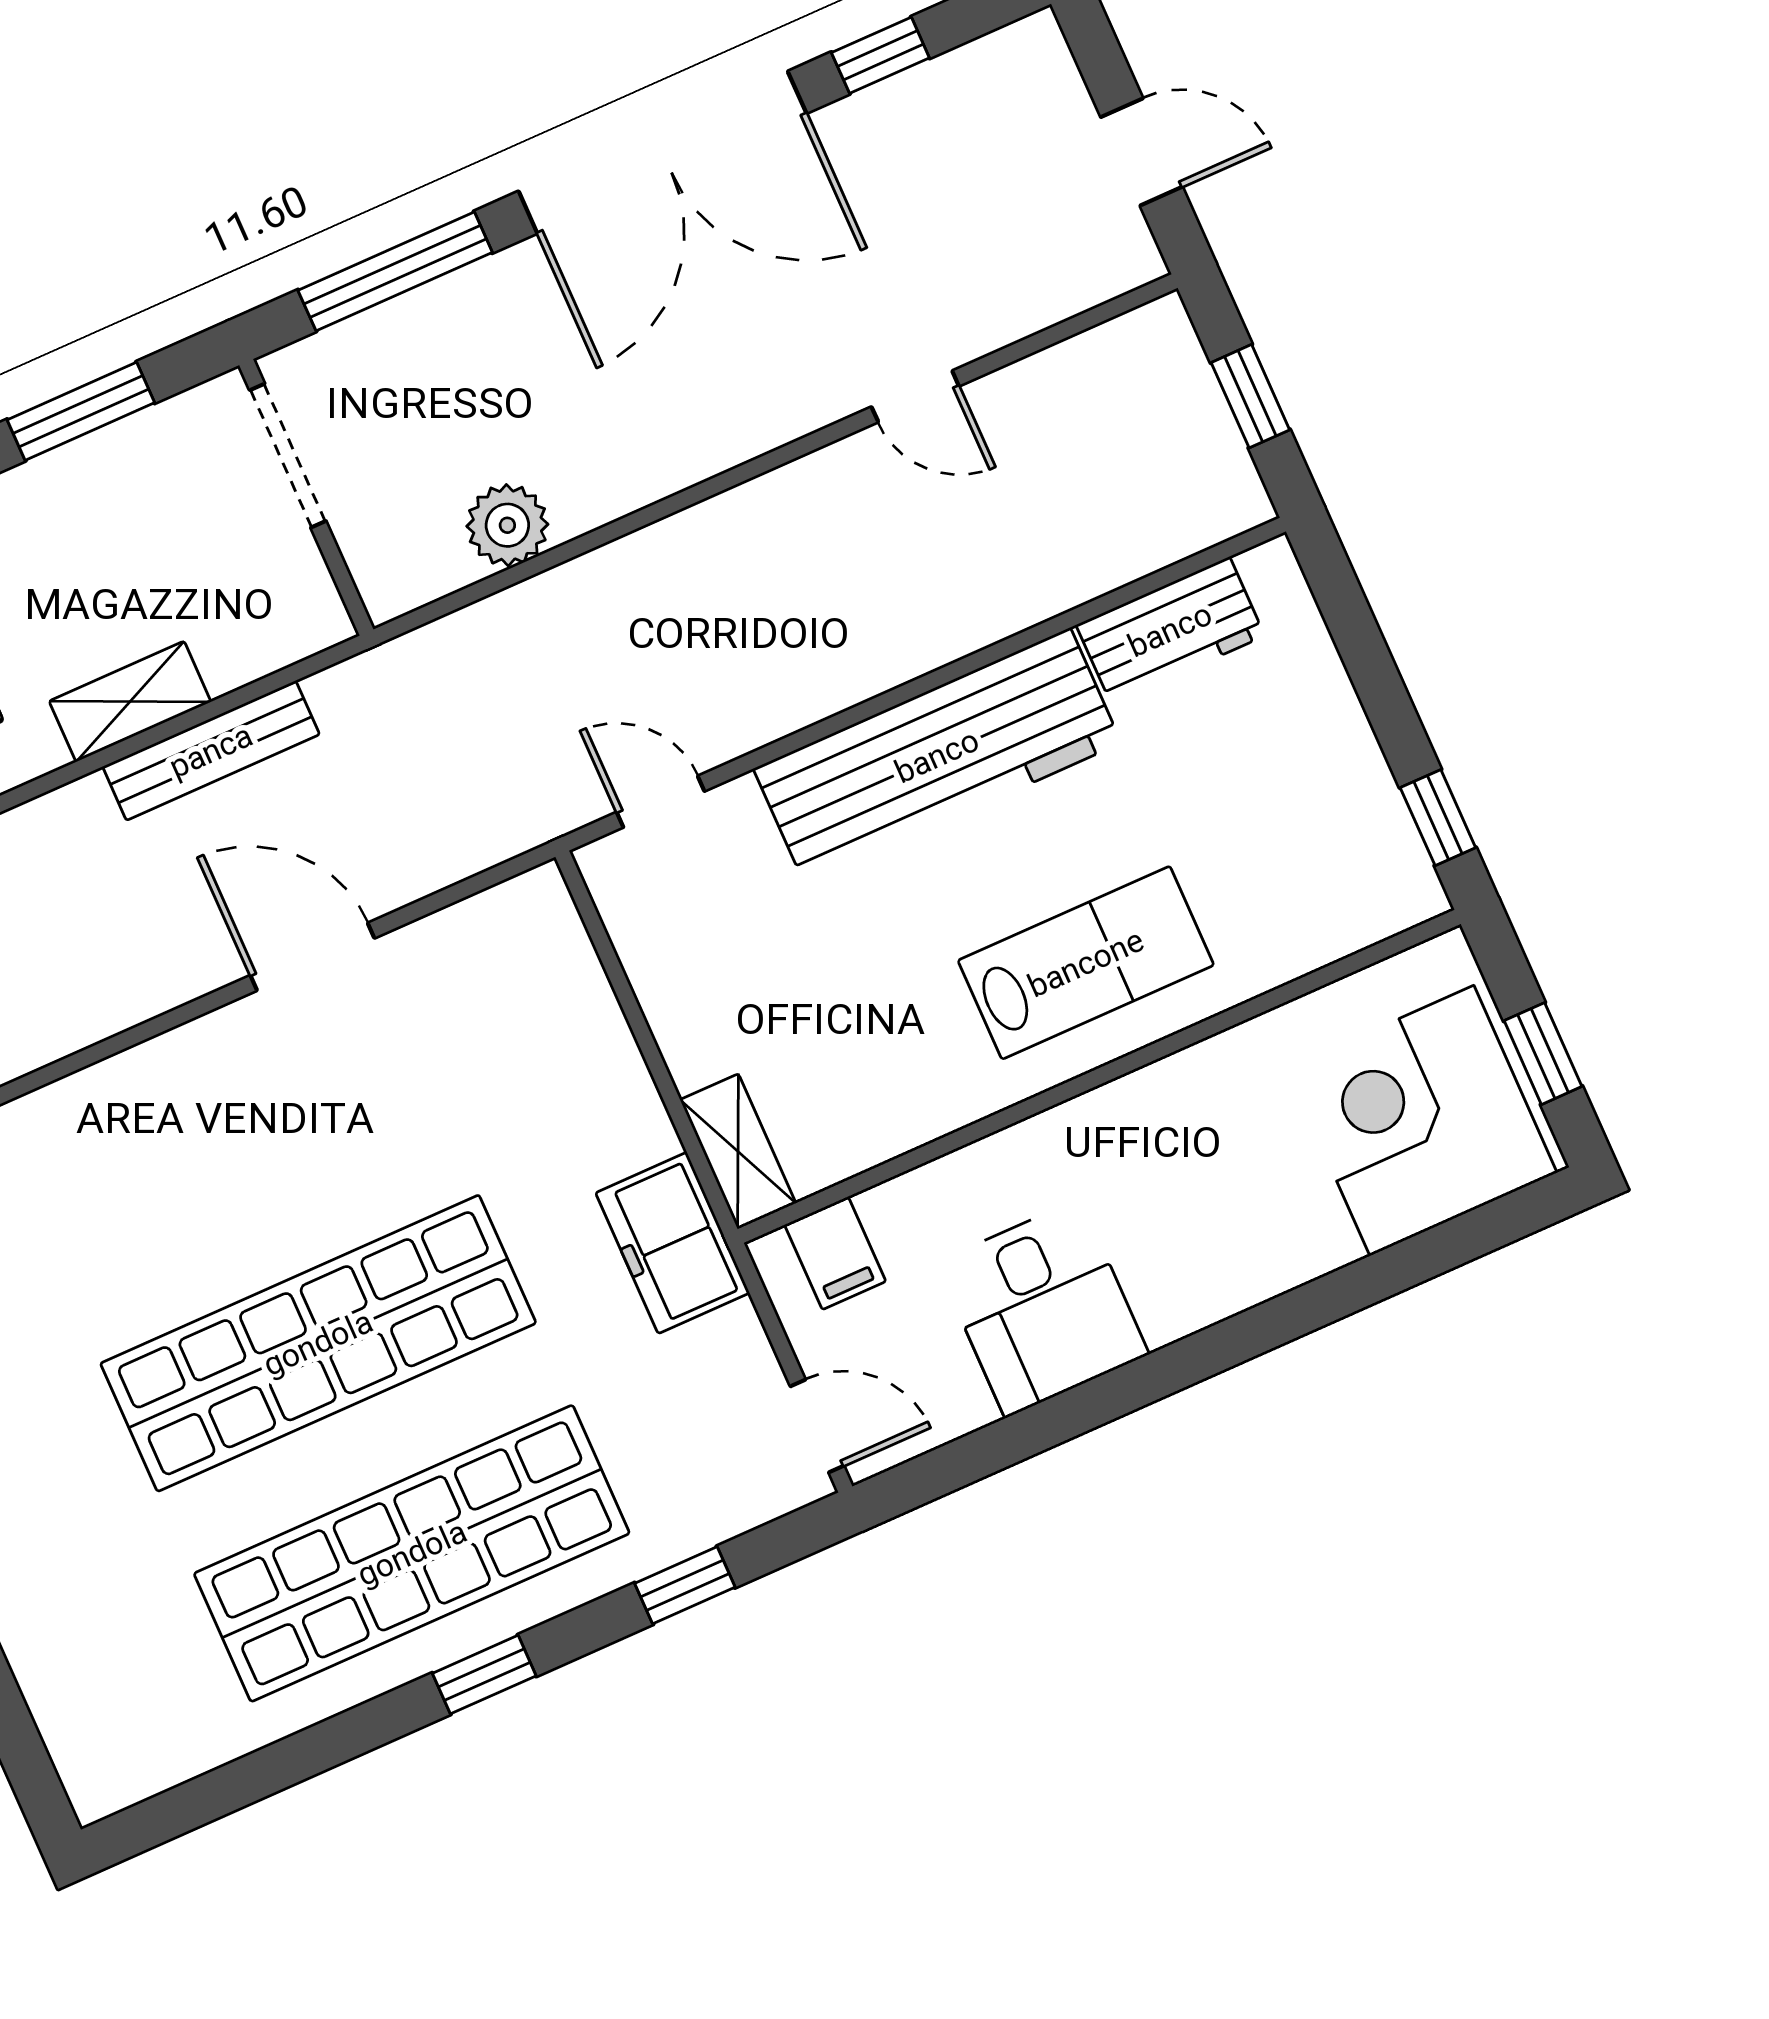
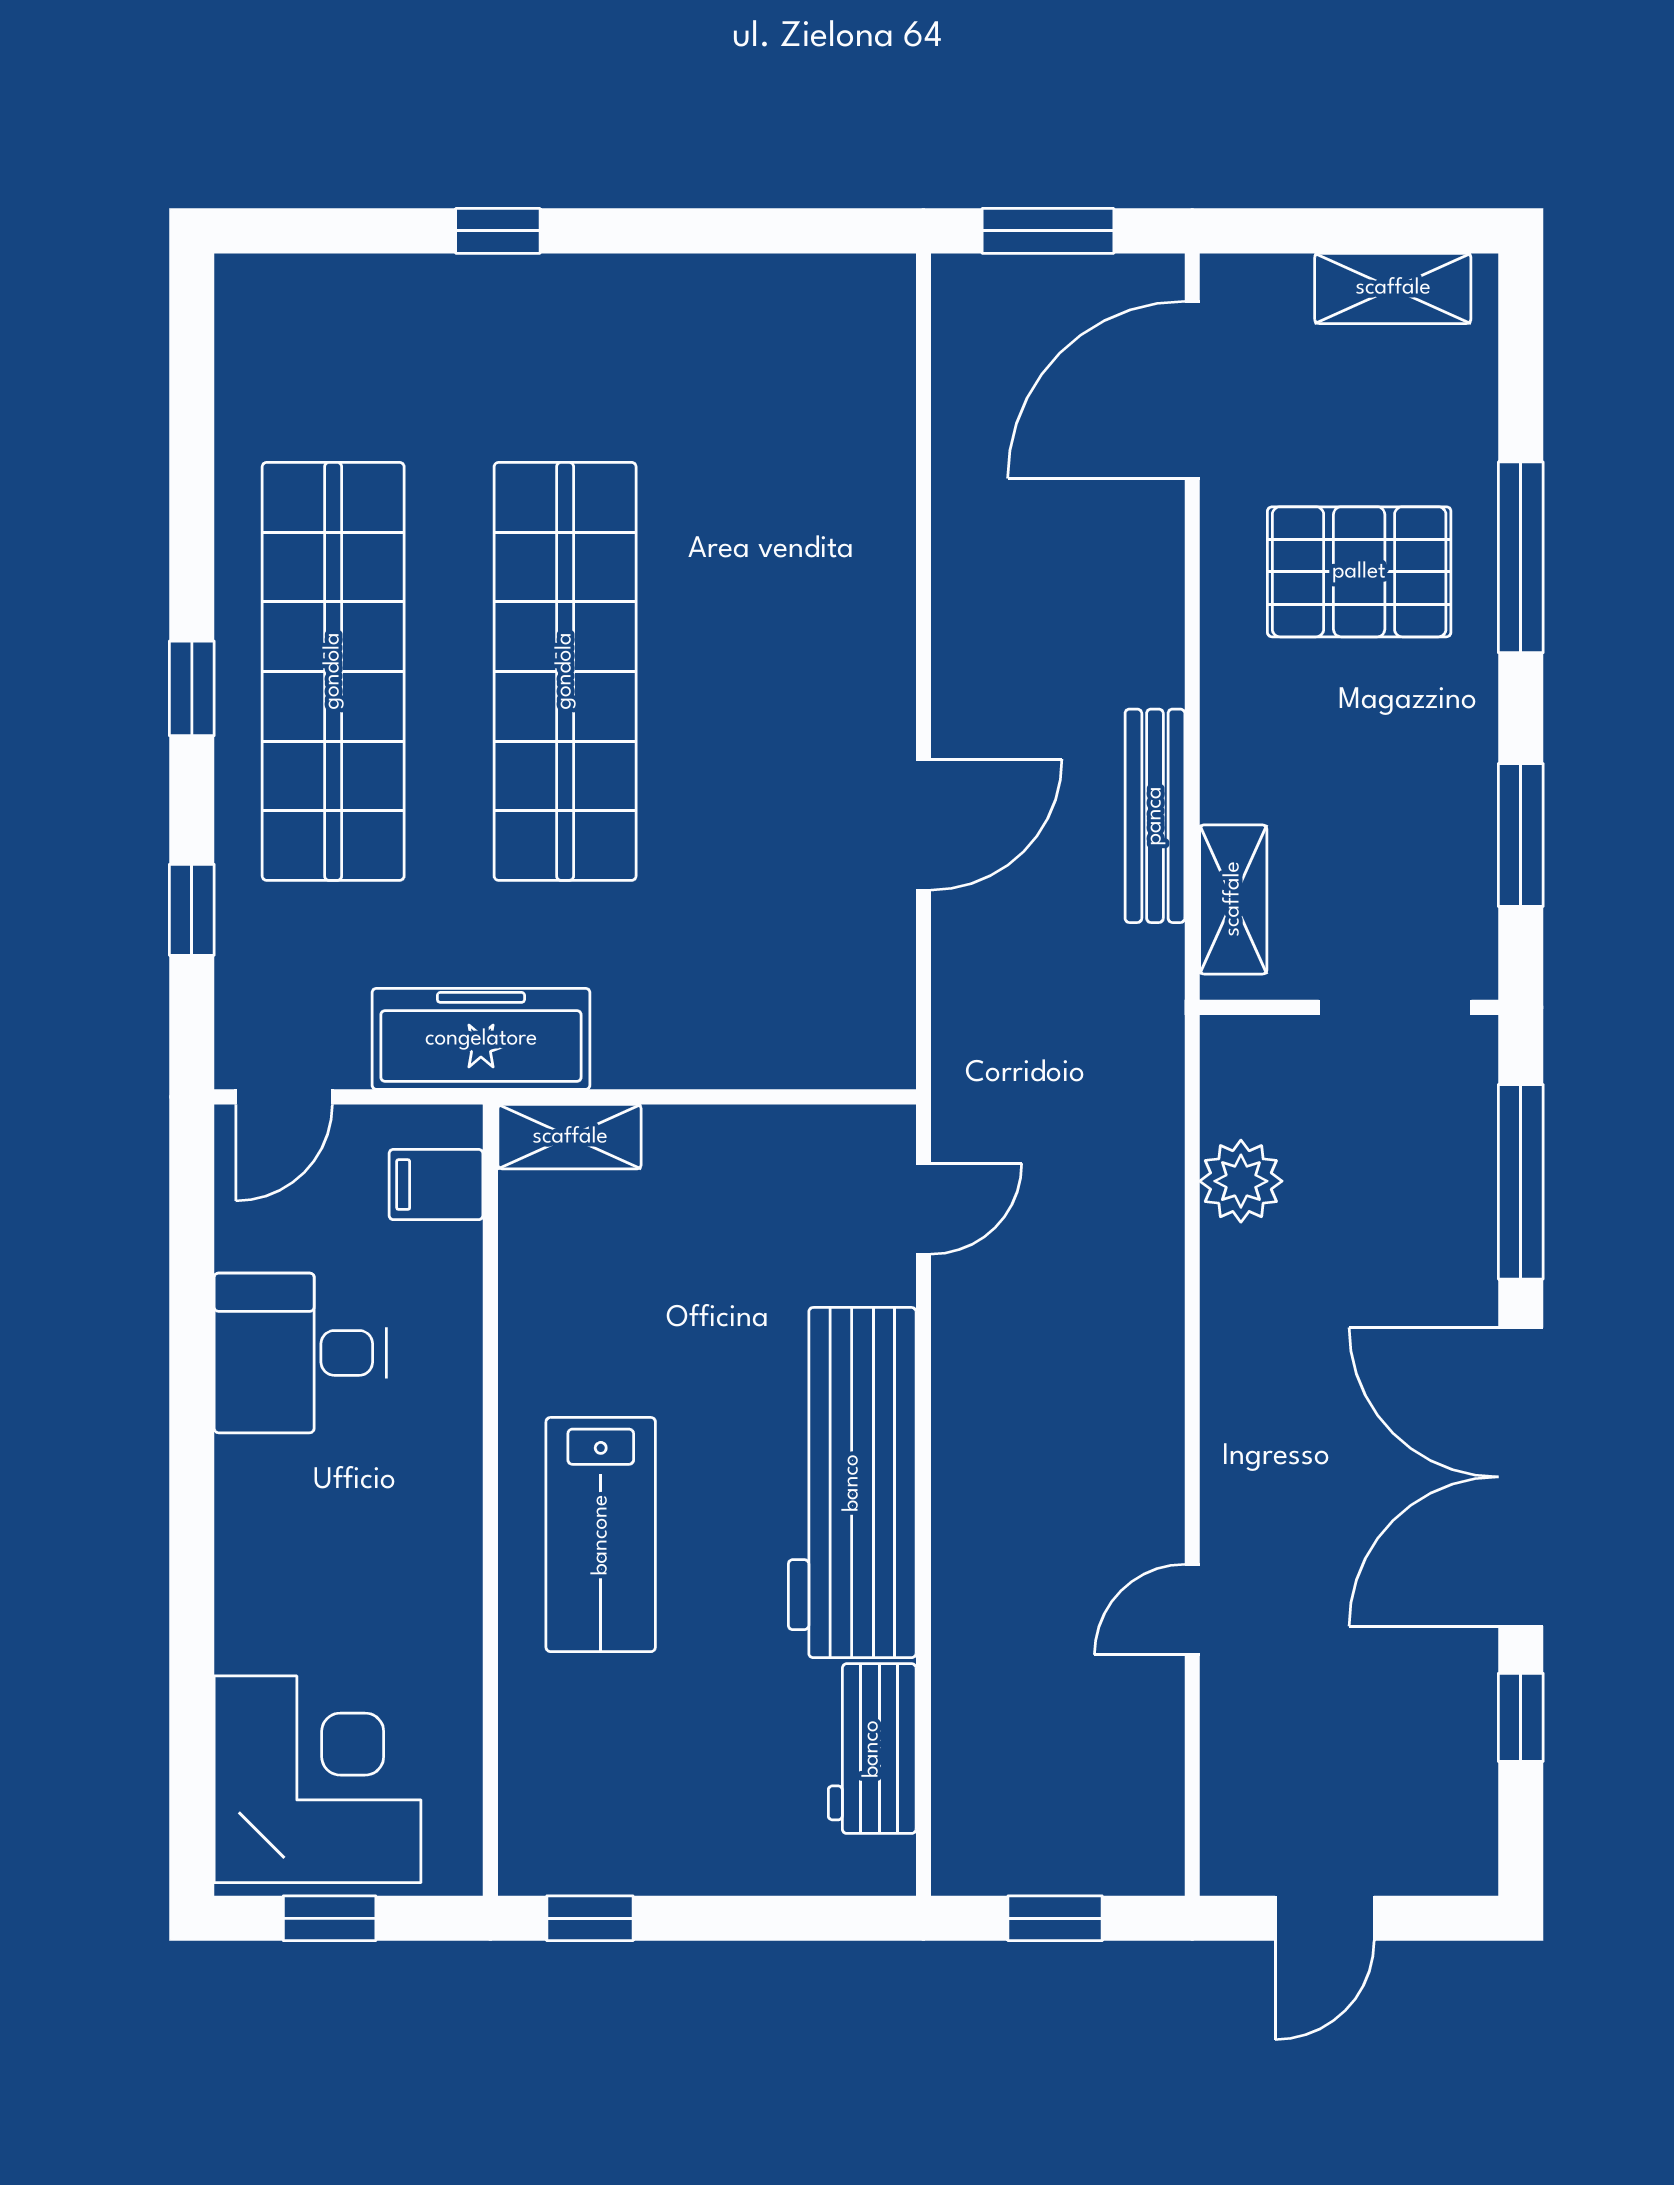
shelving: (130, 702) -> (1233, 899), moved
freezer: (673, 1243) -> (481, 1039), width x1.40

